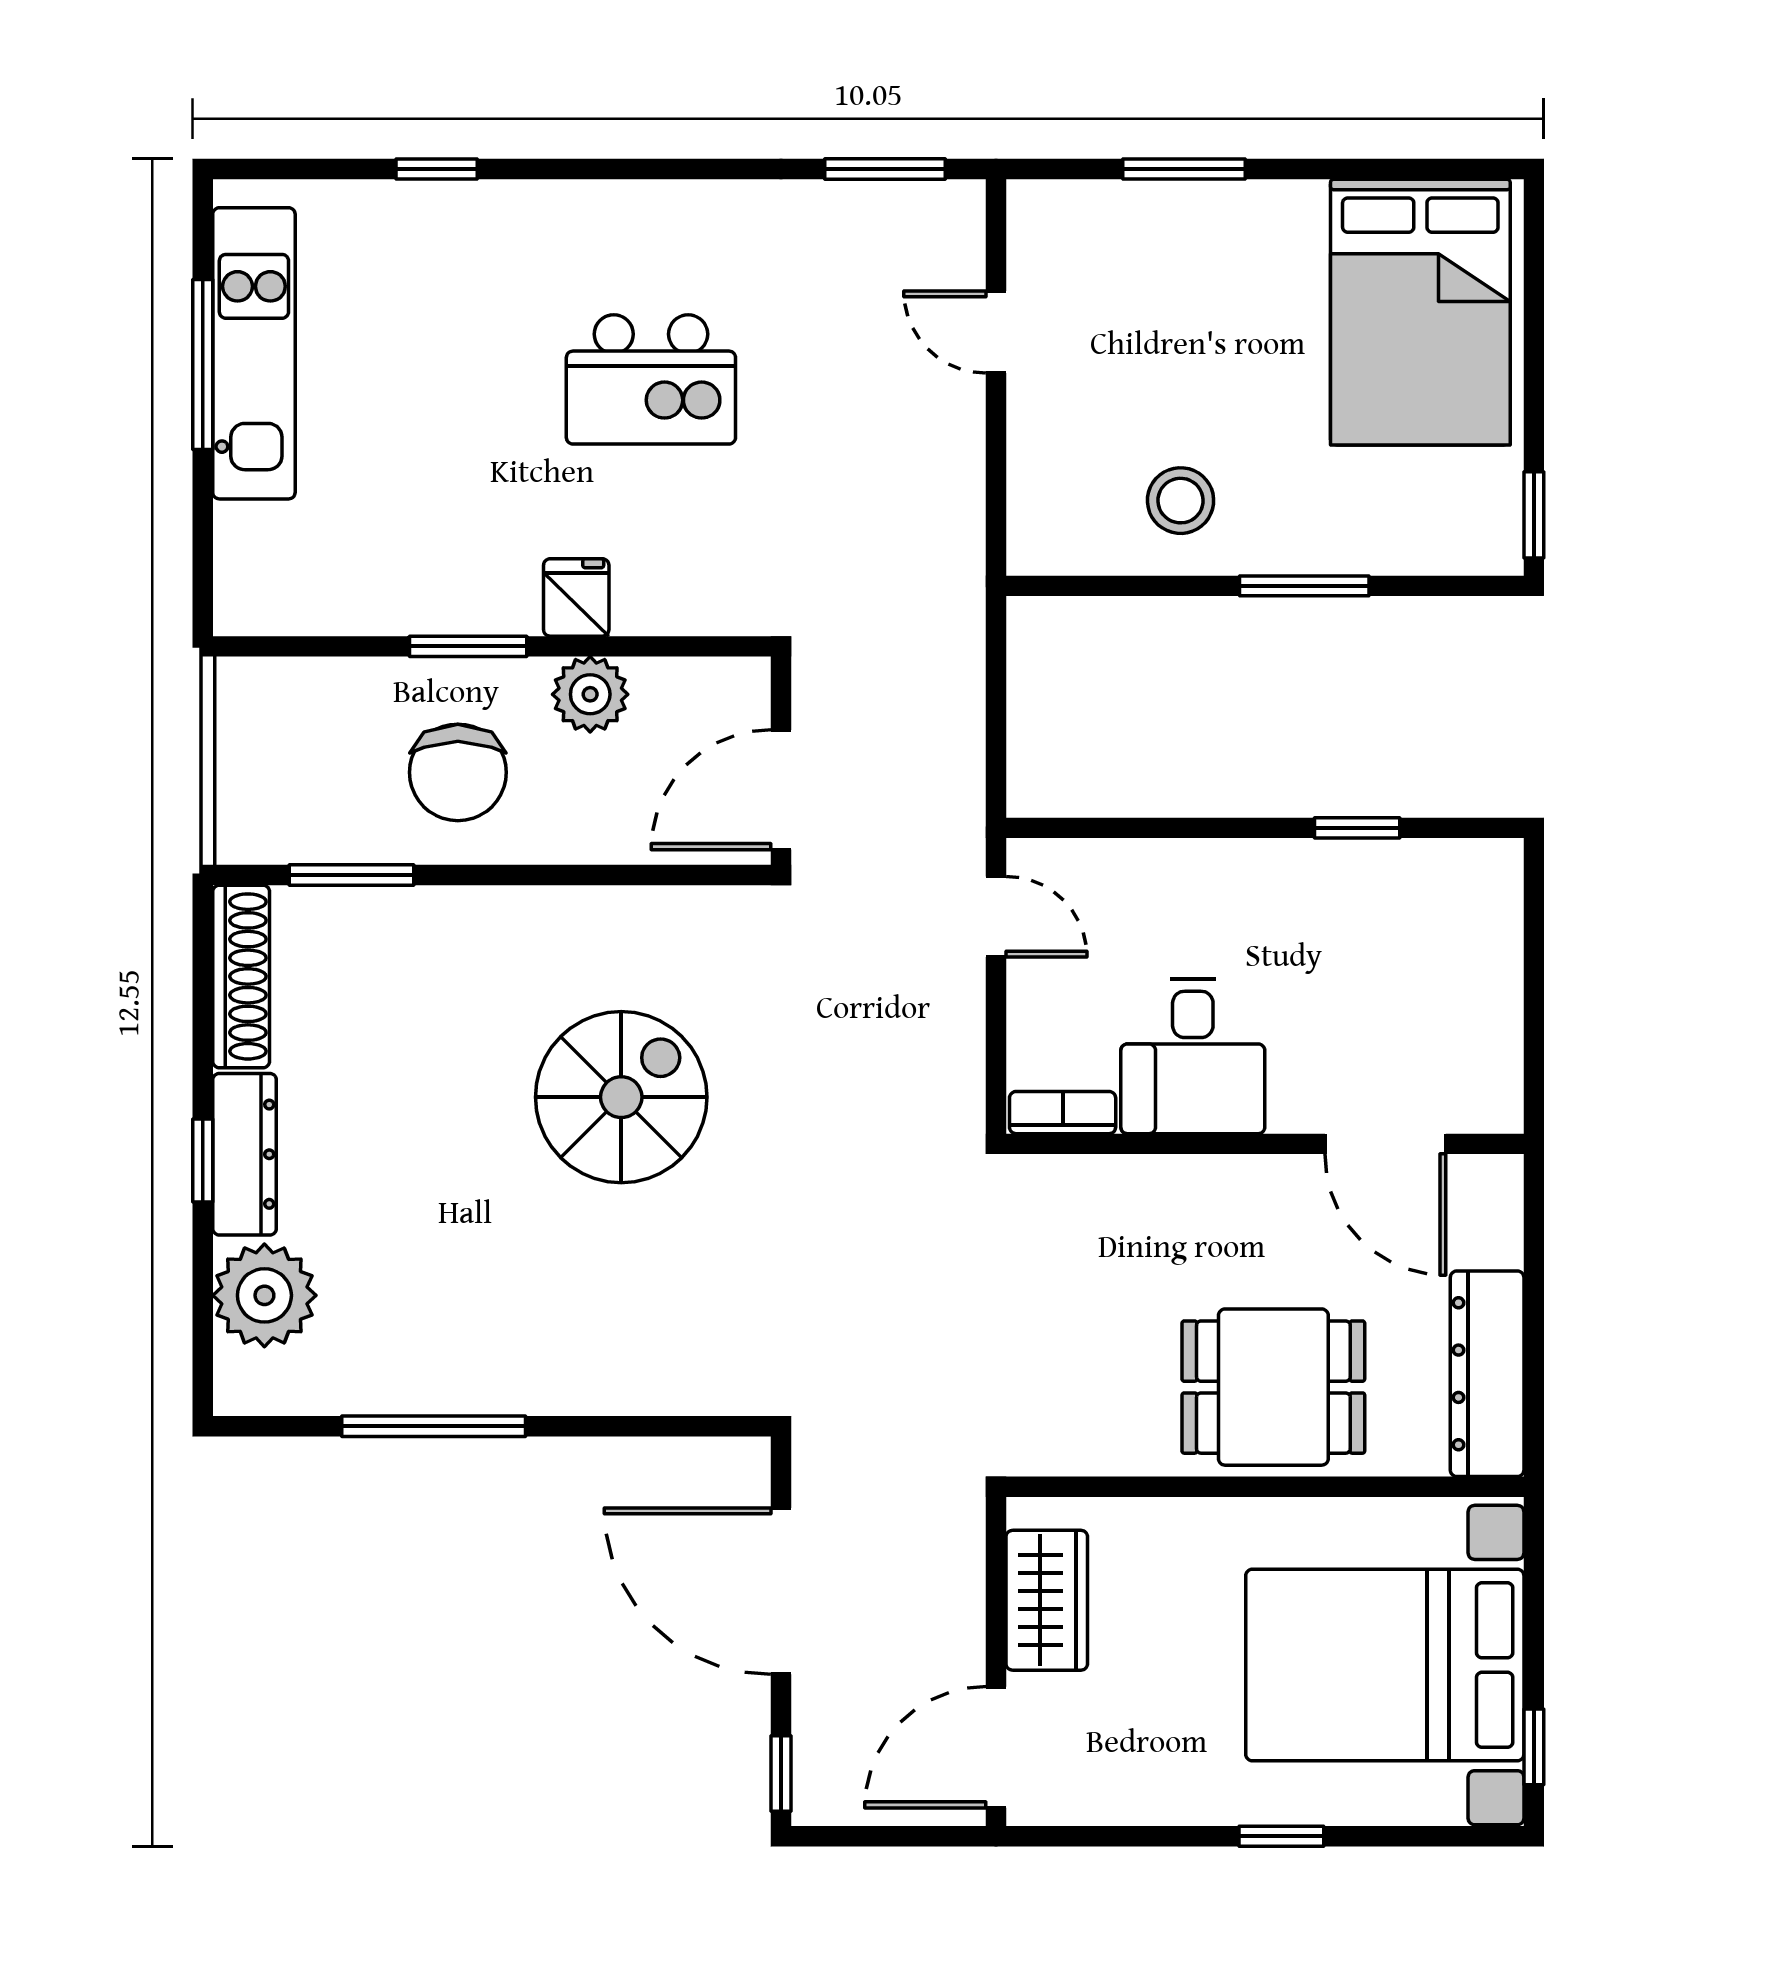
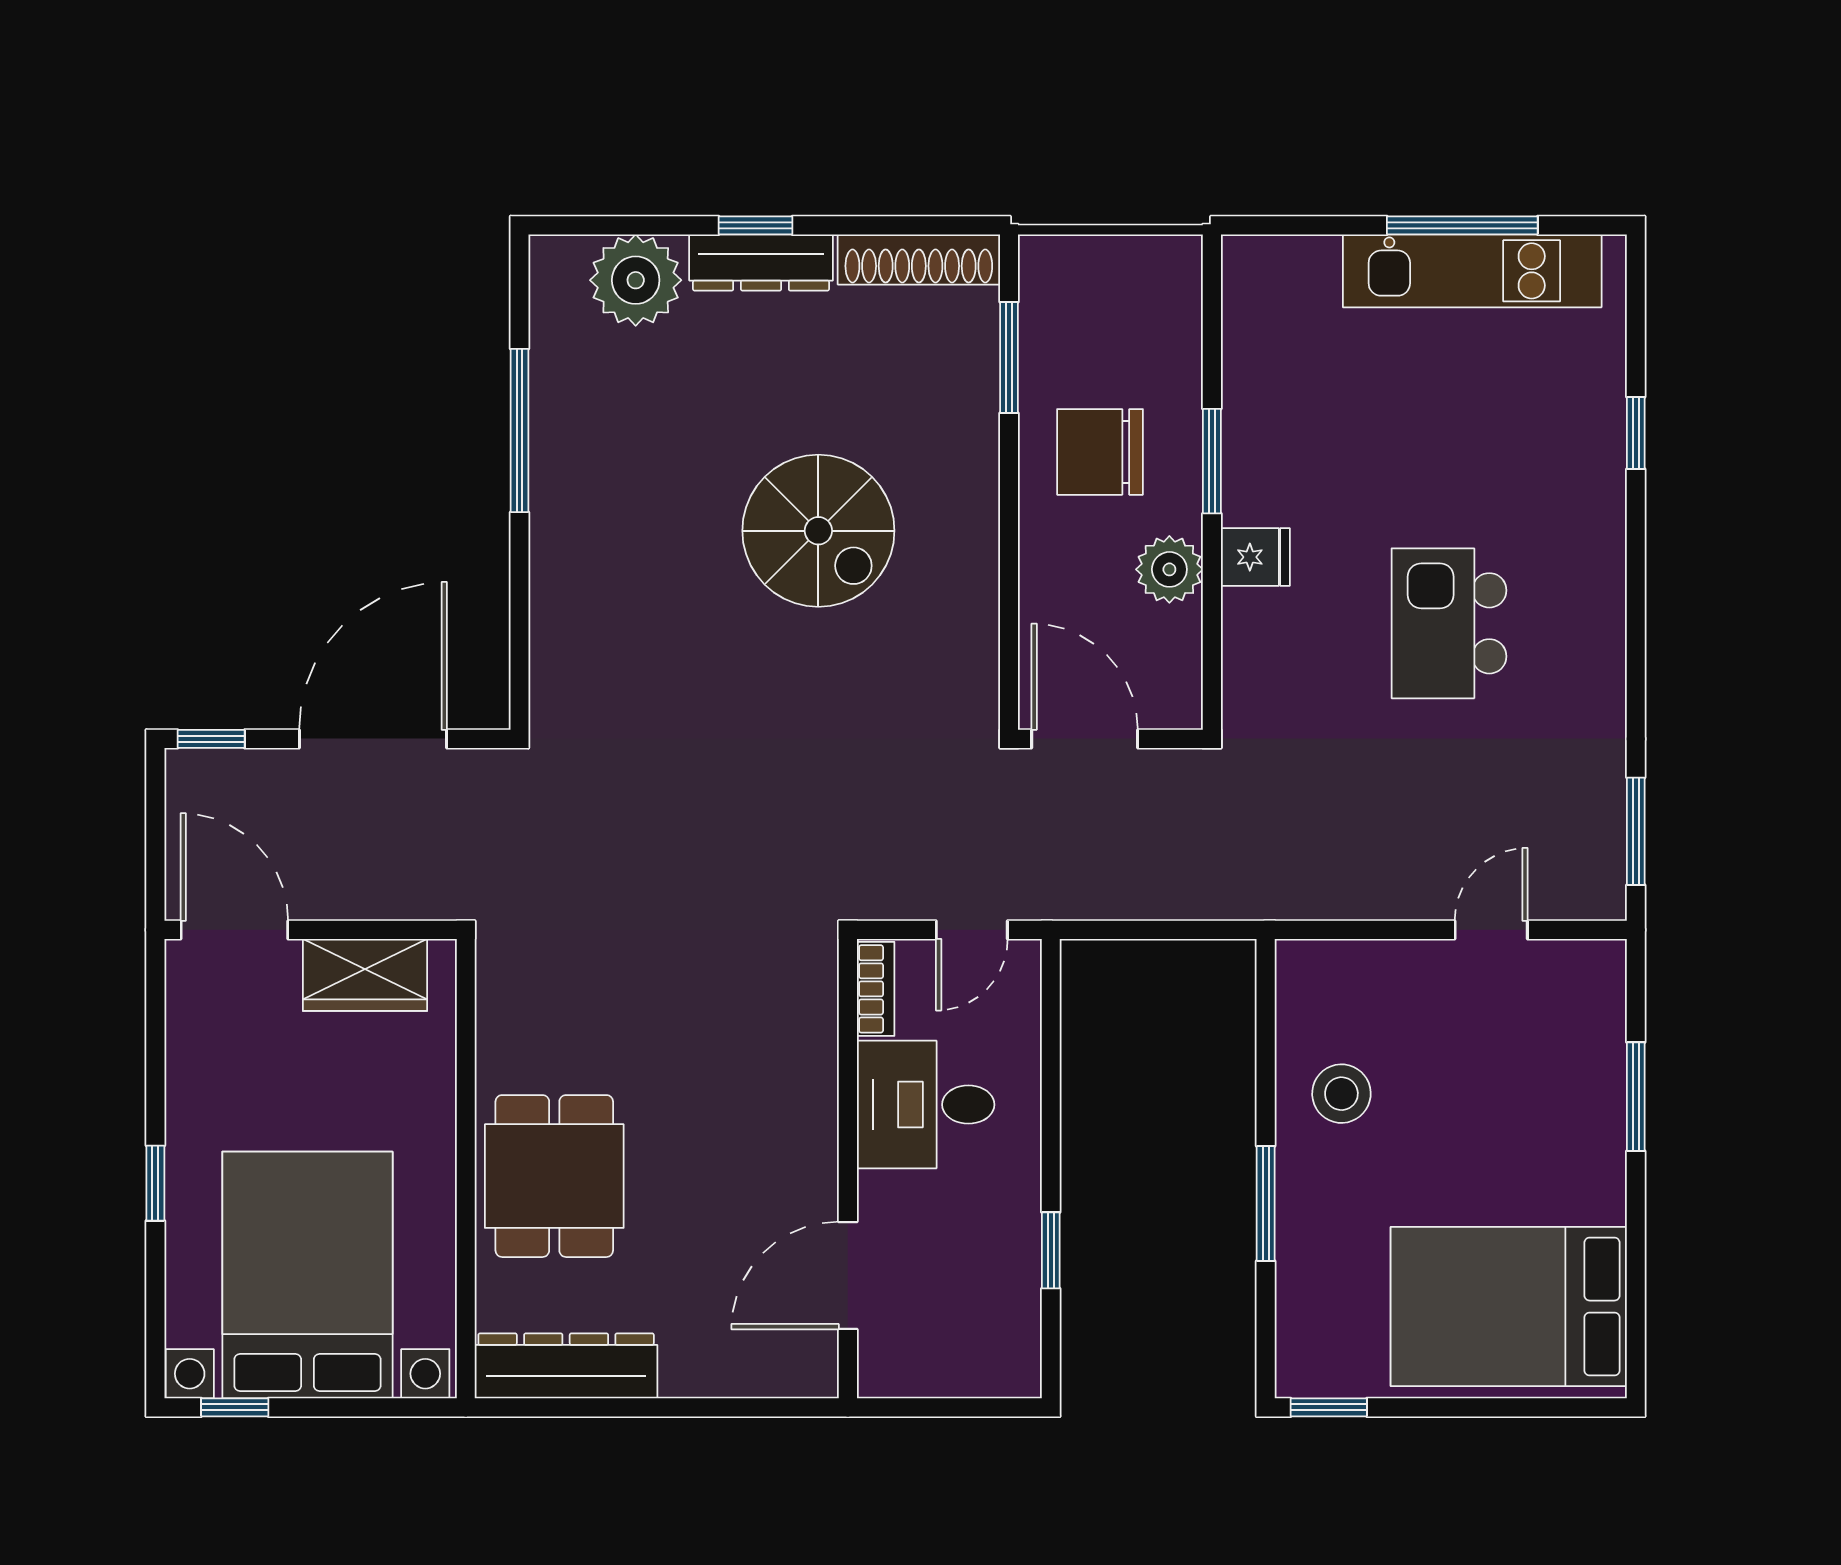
desk: (1193, 1056) -> (926, 1105), moved
spiral stairs: (621, 1097) -> (818, 531), moved
bookcase: (1063, 1113) -> (876, 989), moved
wall: (1265, 1144) -> (848, 1169), moved
door: (1385, 1144) -> (848, 1275), moved

